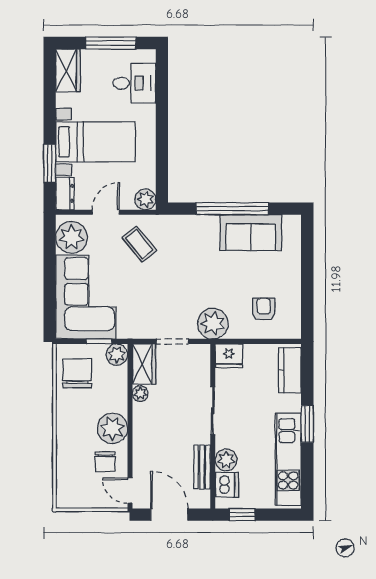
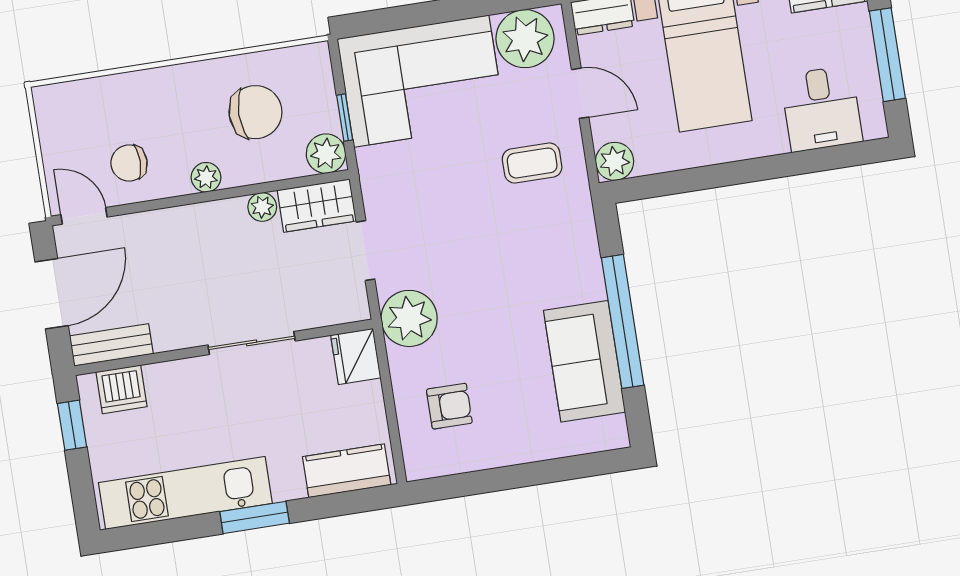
coffee table: (139, 244) -> (532, 163), turned 39
chair: (77, 373) -> (255, 112), moved
plant: (112, 428) -> (206, 177), width x0.53, depth x0.53
plant: (226, 460) -> (166, 381), removed
bench: (202, 467) -> (111, 345), moved
door: (130, 491) -> (84, 216), hinge flipped

